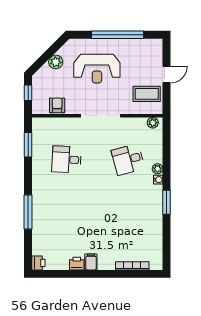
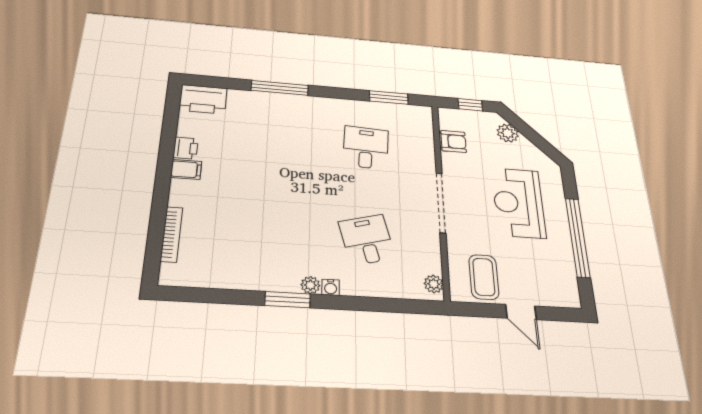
plant: (56, 62) -> (508, 133), moved
plant: (158, 169) -> (310, 285), moved
printer: (38, 263) -> (203, 99), width x1.87, depth x1.48

